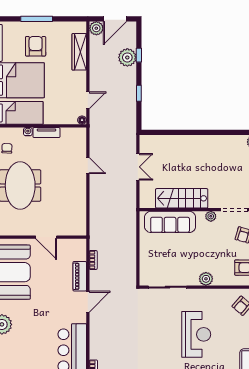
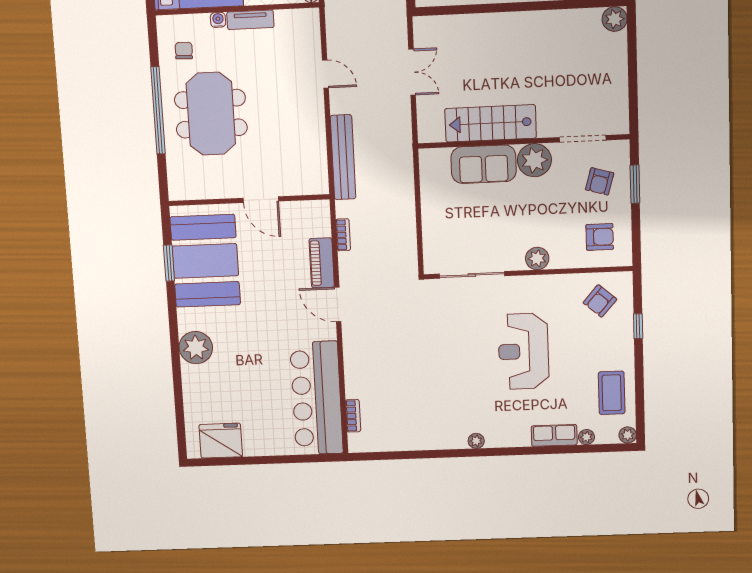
bench: (96, 214) -> (343, 157), added
plant: (211, 216) -> (534, 160), width x1.87, depth x1.87
sofa: (170, 222) -> (484, 164), width x0.73
door: (88, 302) -> (338, 304), swing flipped
reception desk: (196, 334) -> (523, 351), turned 180

